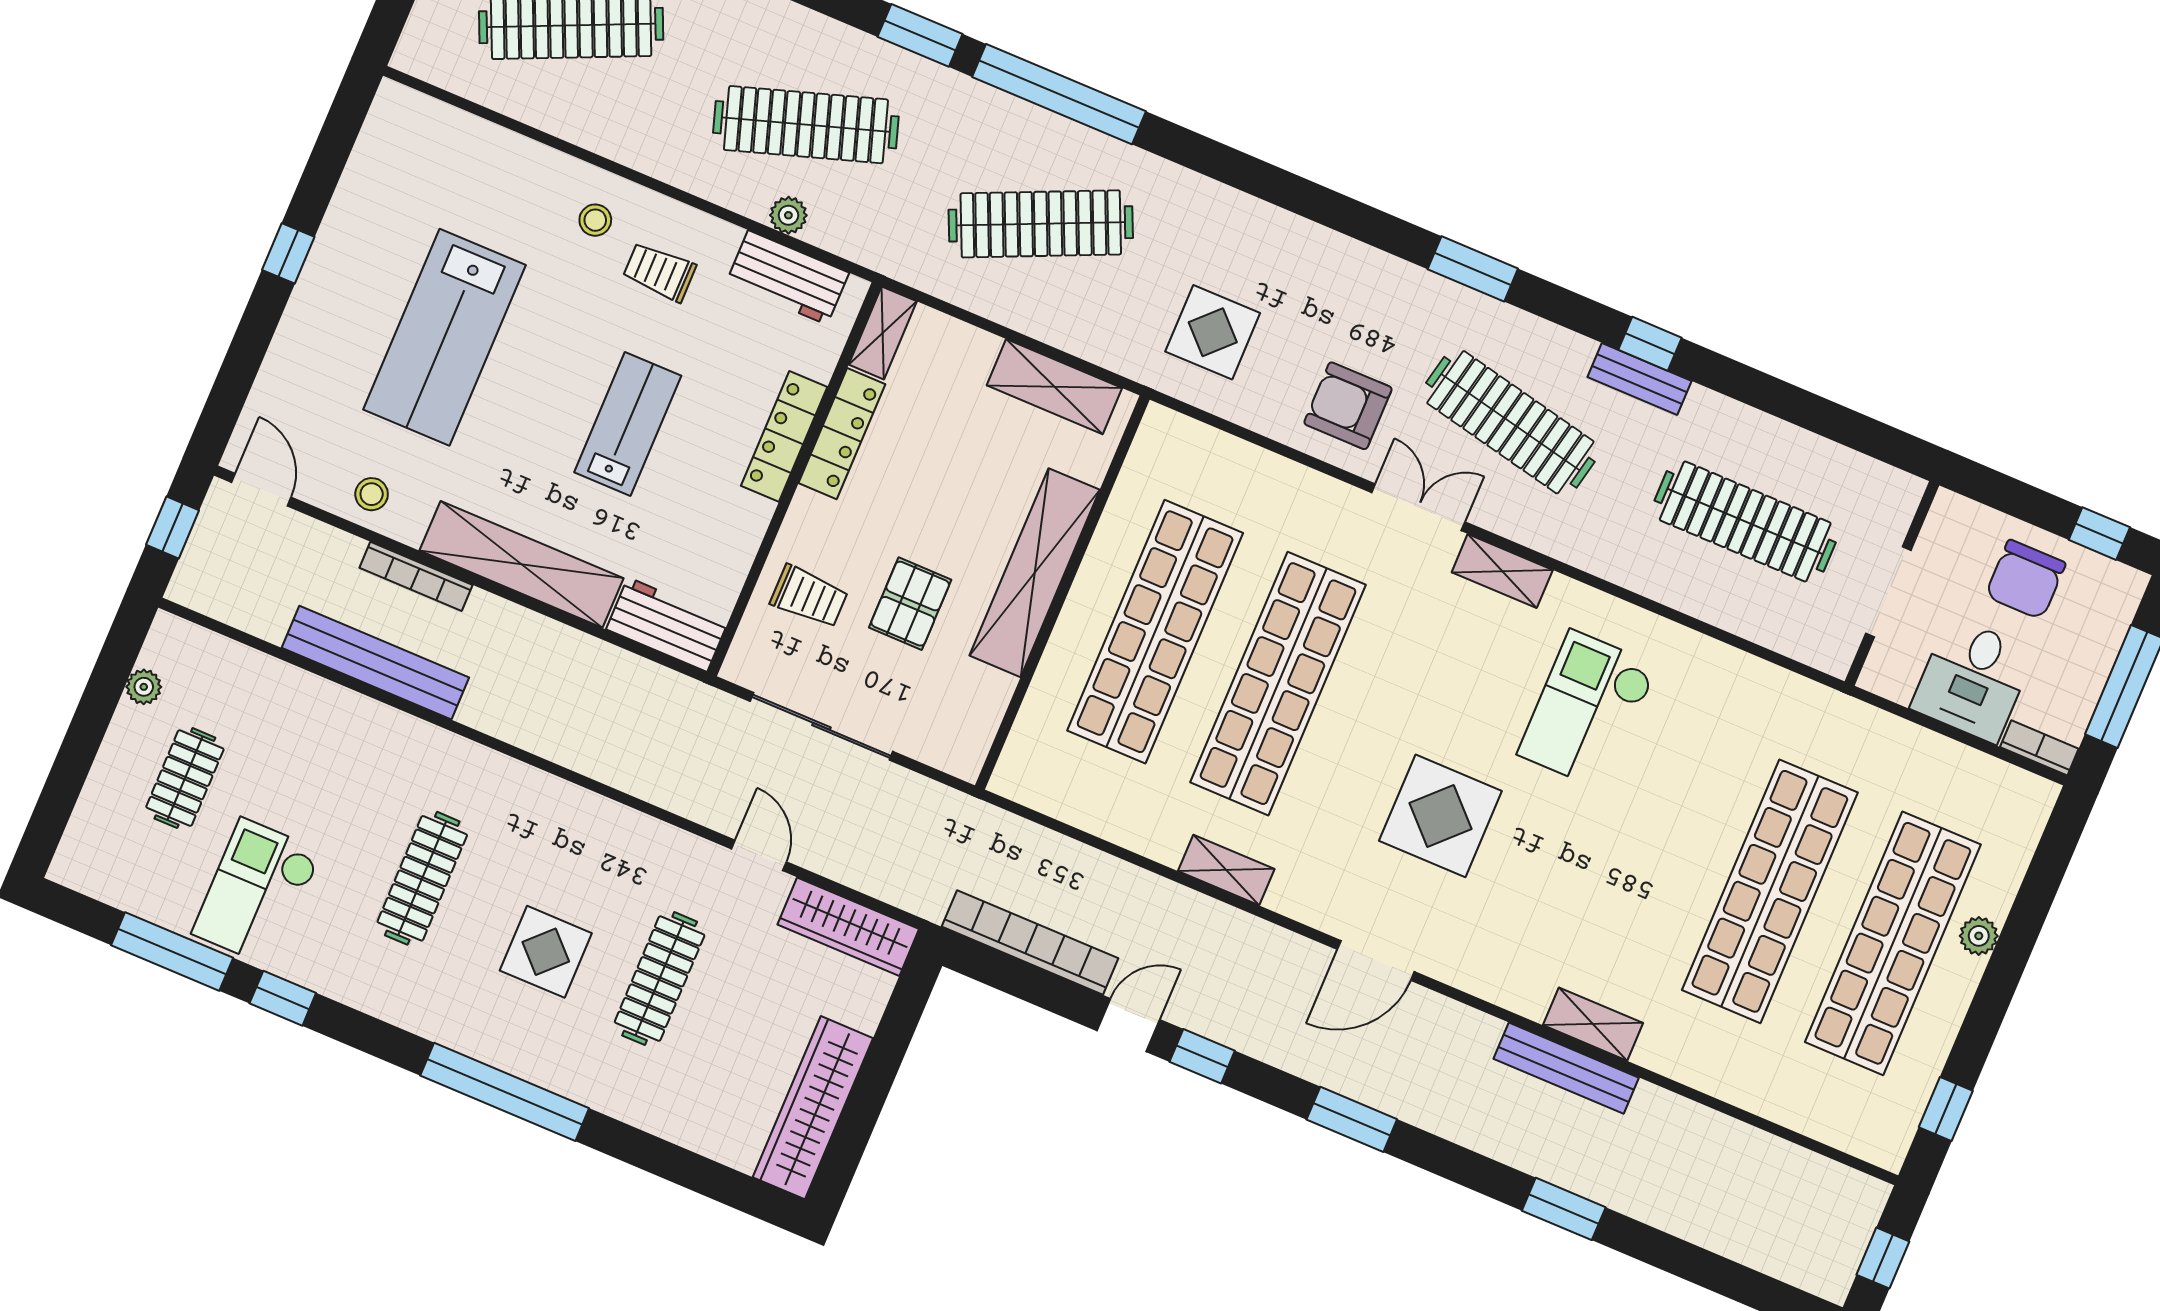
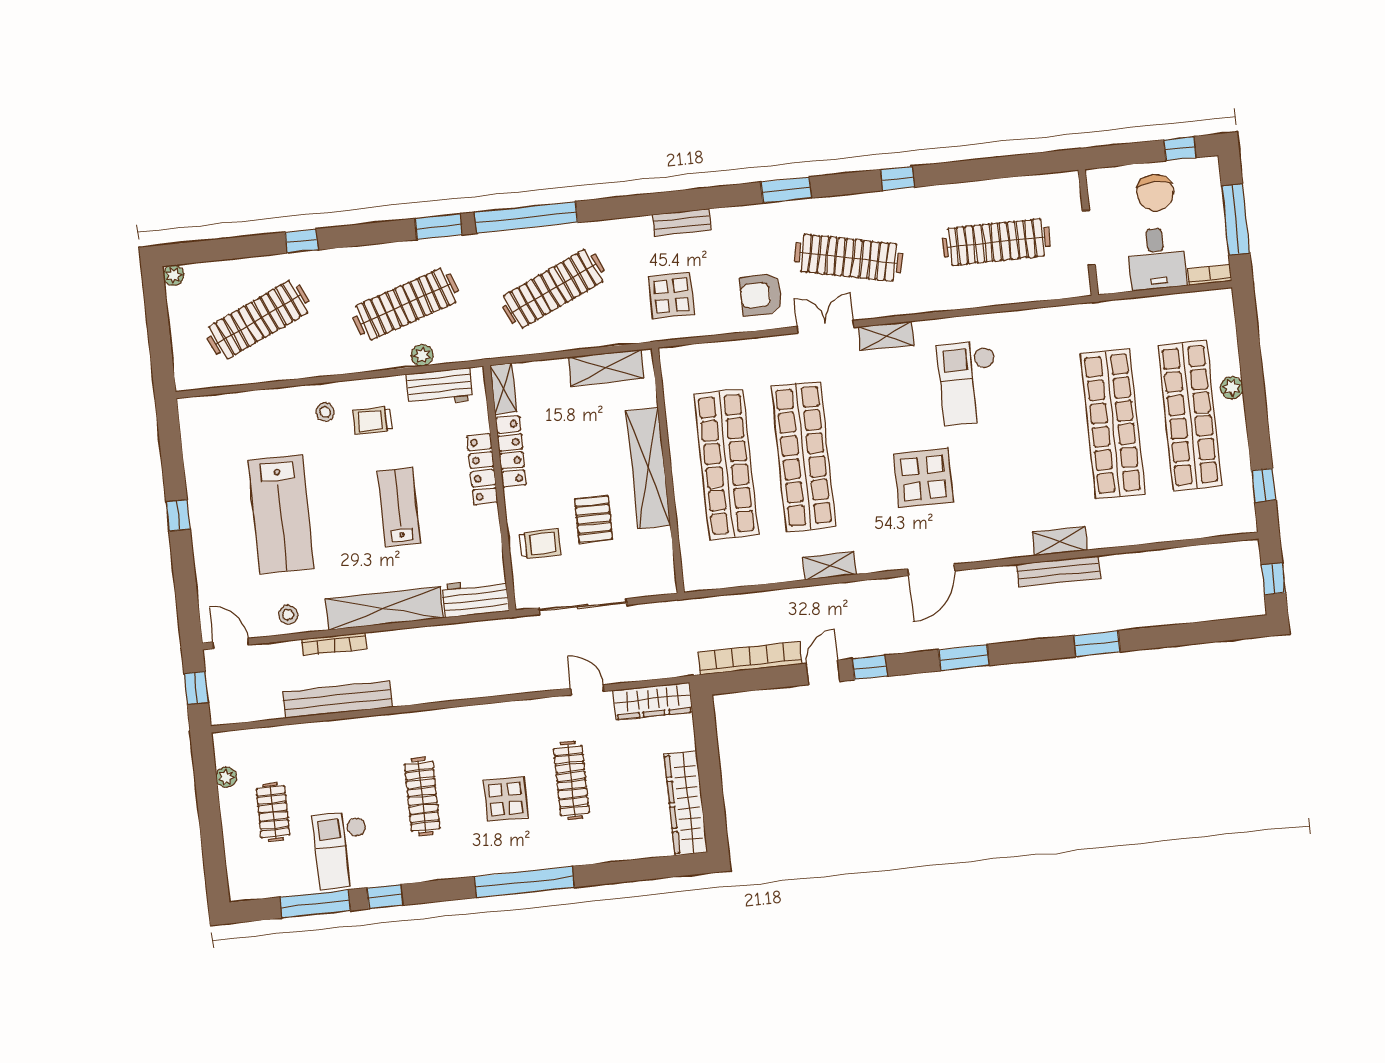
bench: (1639, 379) -> (682, 222), moved

